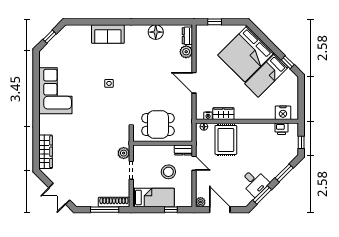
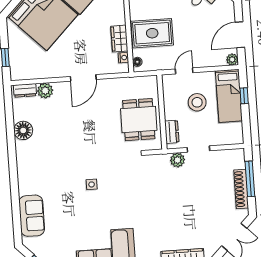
sofa: (108, 34) -> (32, 216), moved
dresser: (183, 150) -> (172, 132), moved
bed: (154, 197) -> (229, 96), moved, turned 180
shoe rack: (114, 202) -> (241, 189), moved

